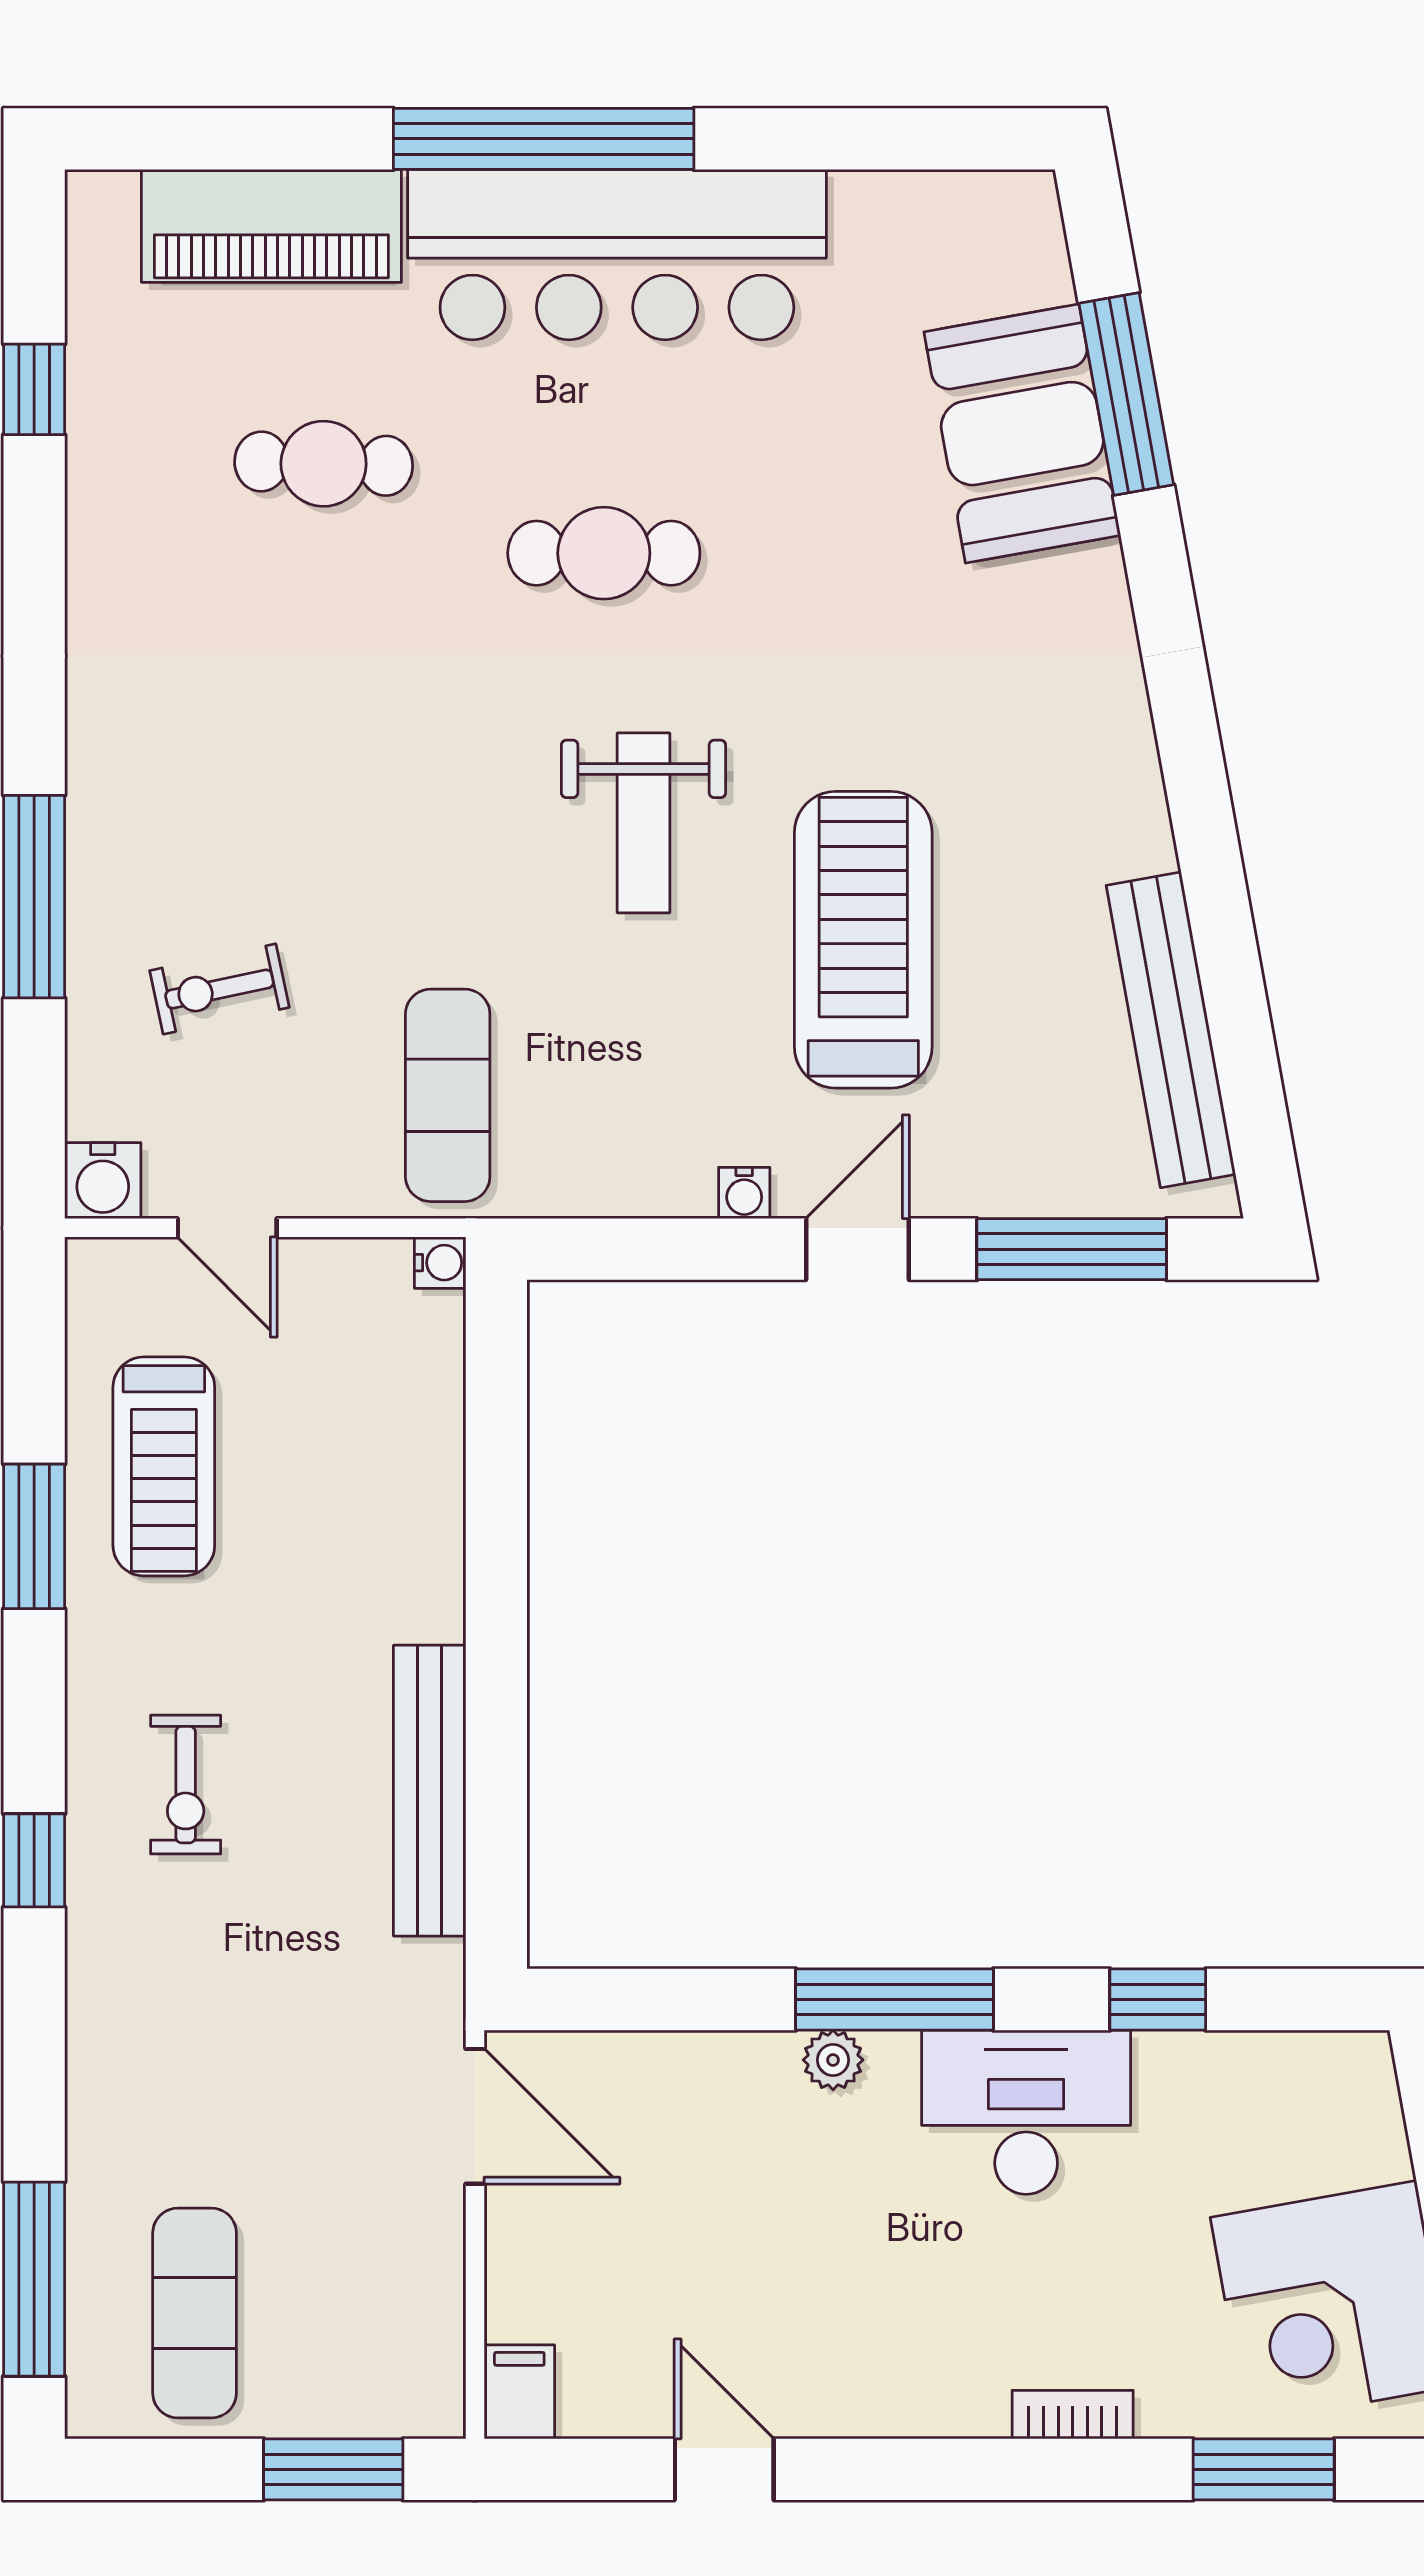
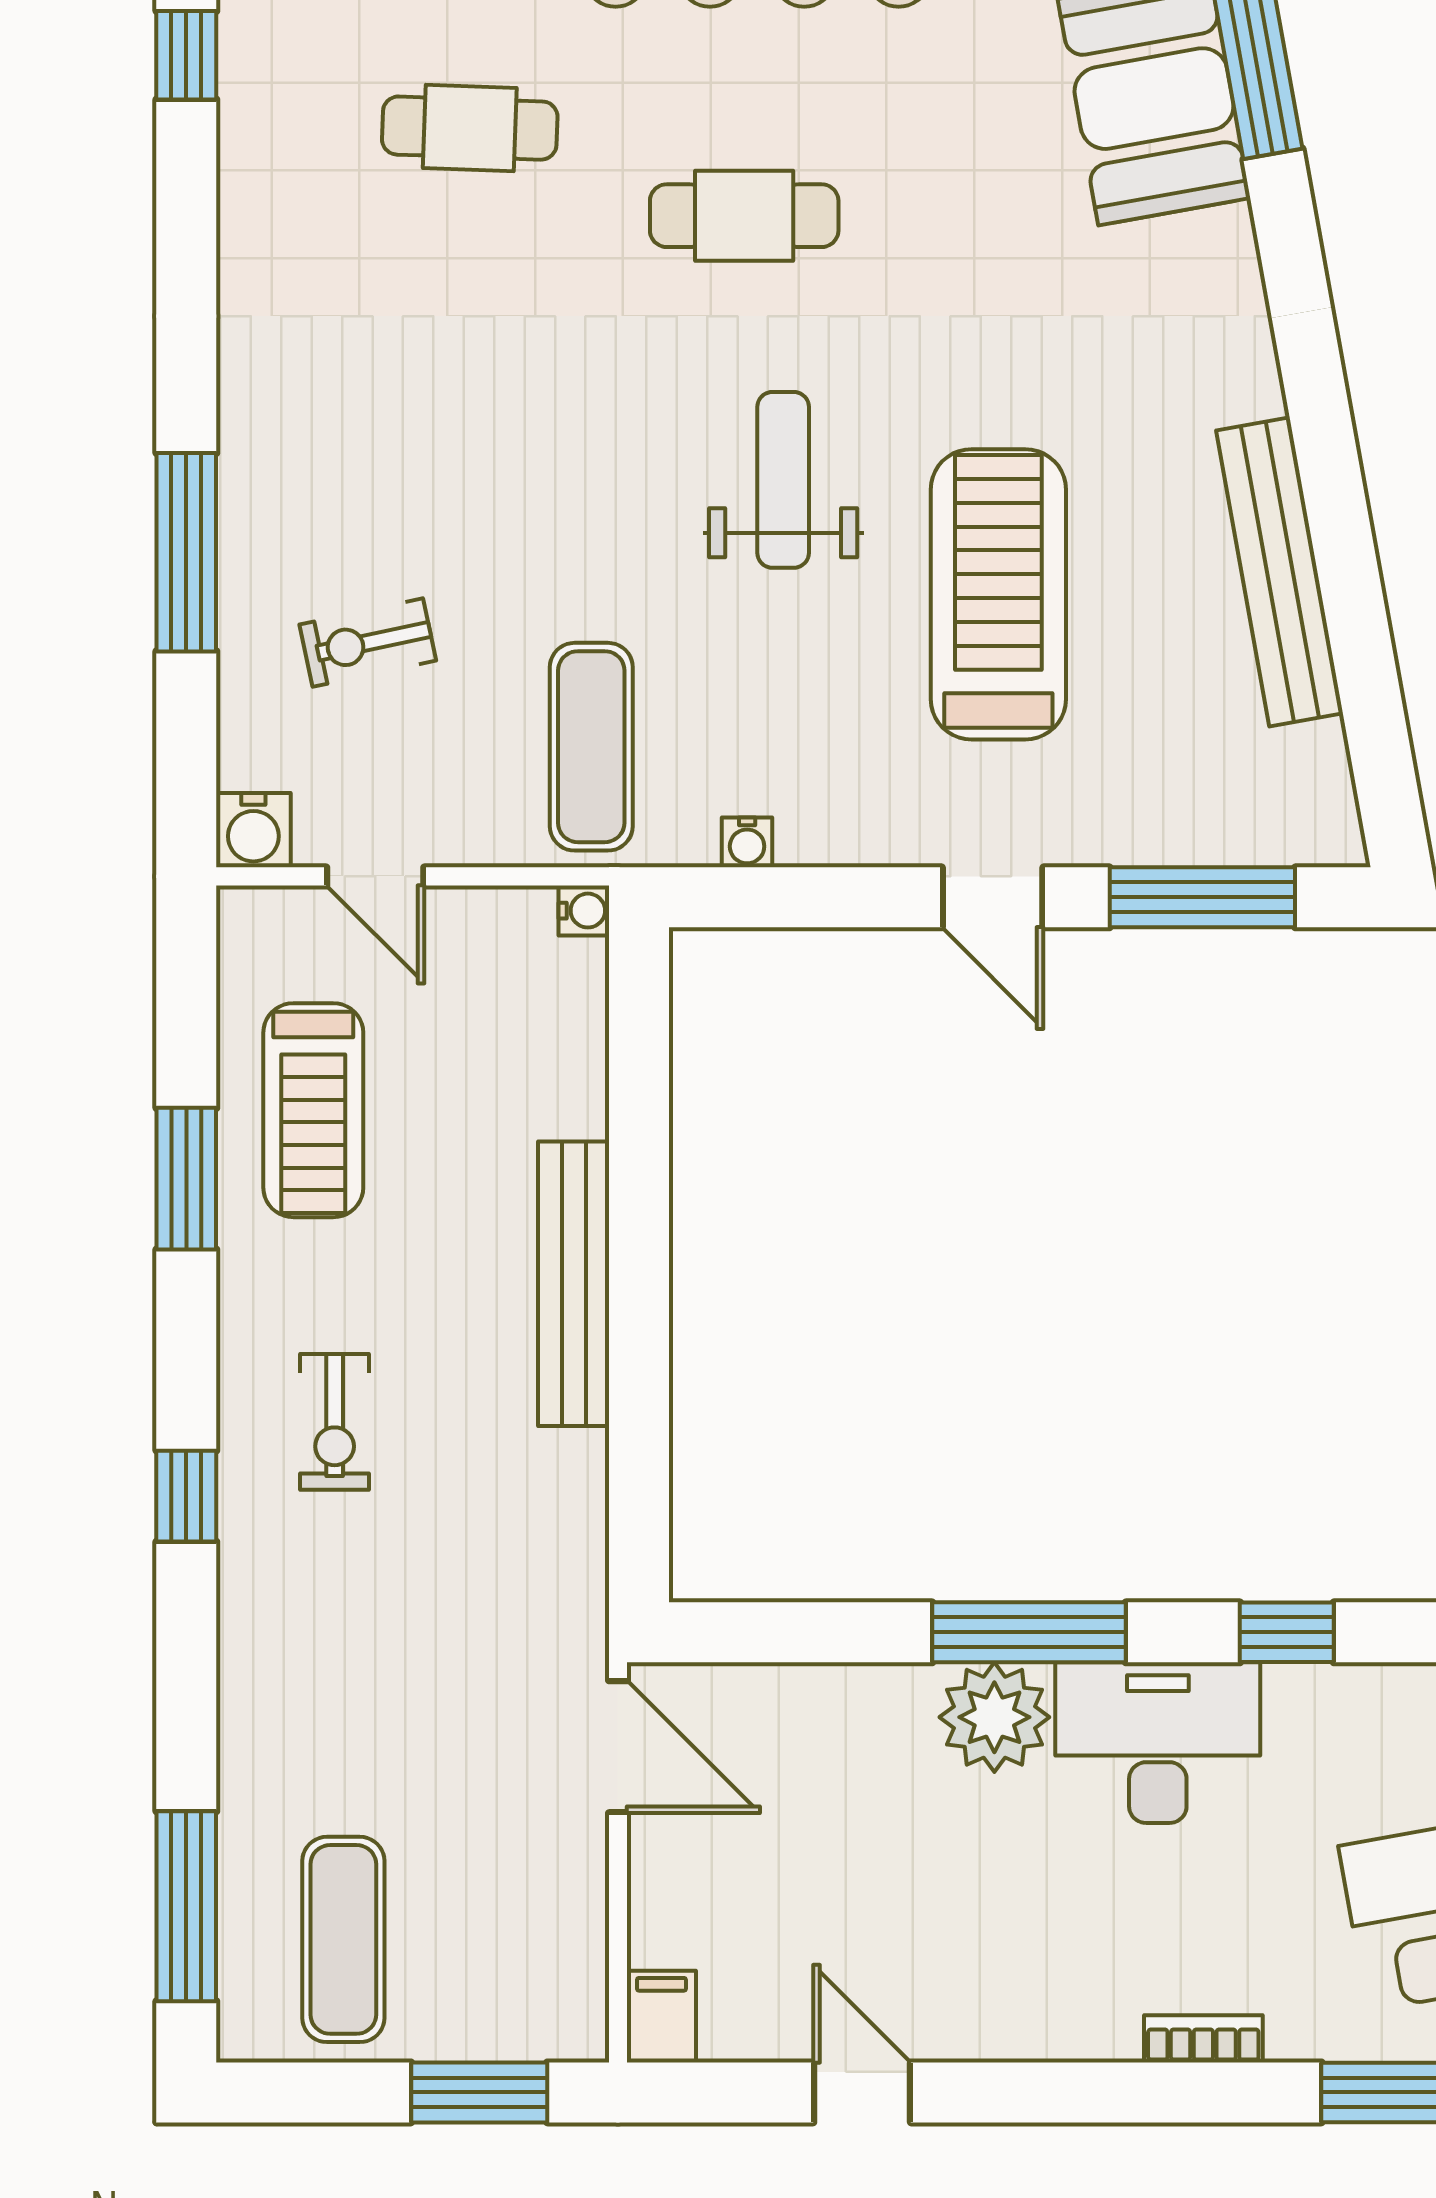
weight bench: (644, 823) -> (783, 480), turned 180
bench: (1171, 1030) -> (1280, 572), moved
water cooler: (744, 1193) -> (747, 842), moved
door: (857, 1249) -> (993, 897), swing flipped
bench: (430, 1791) -> (574, 1284), moved
plant: (833, 2060) -> (994, 1717), width x1.88, depth x1.88

